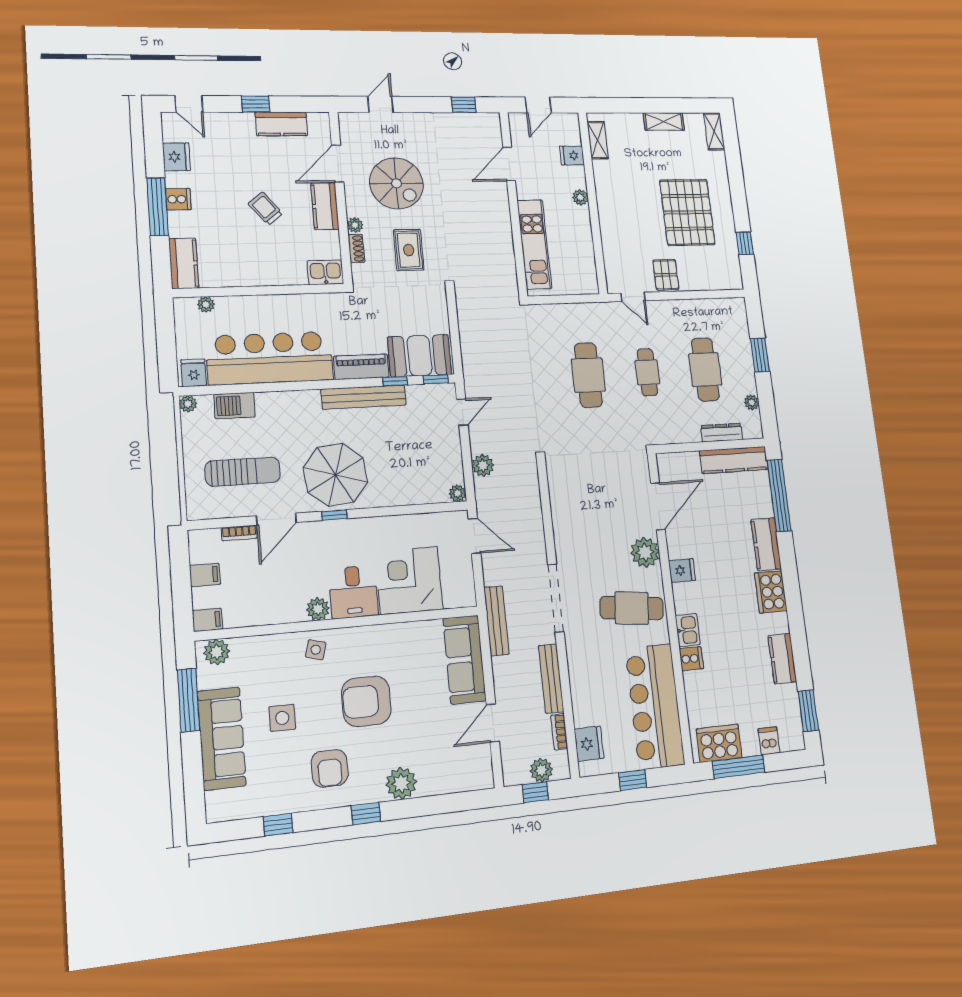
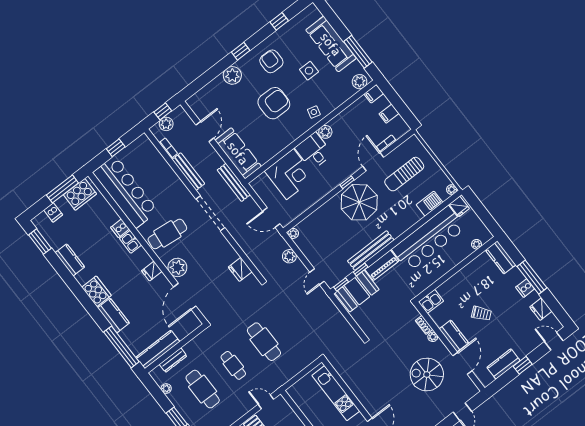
rug: (409, 250) -> (398, 343), removed
fridge: (589, 744) -> (240, 269), moved

